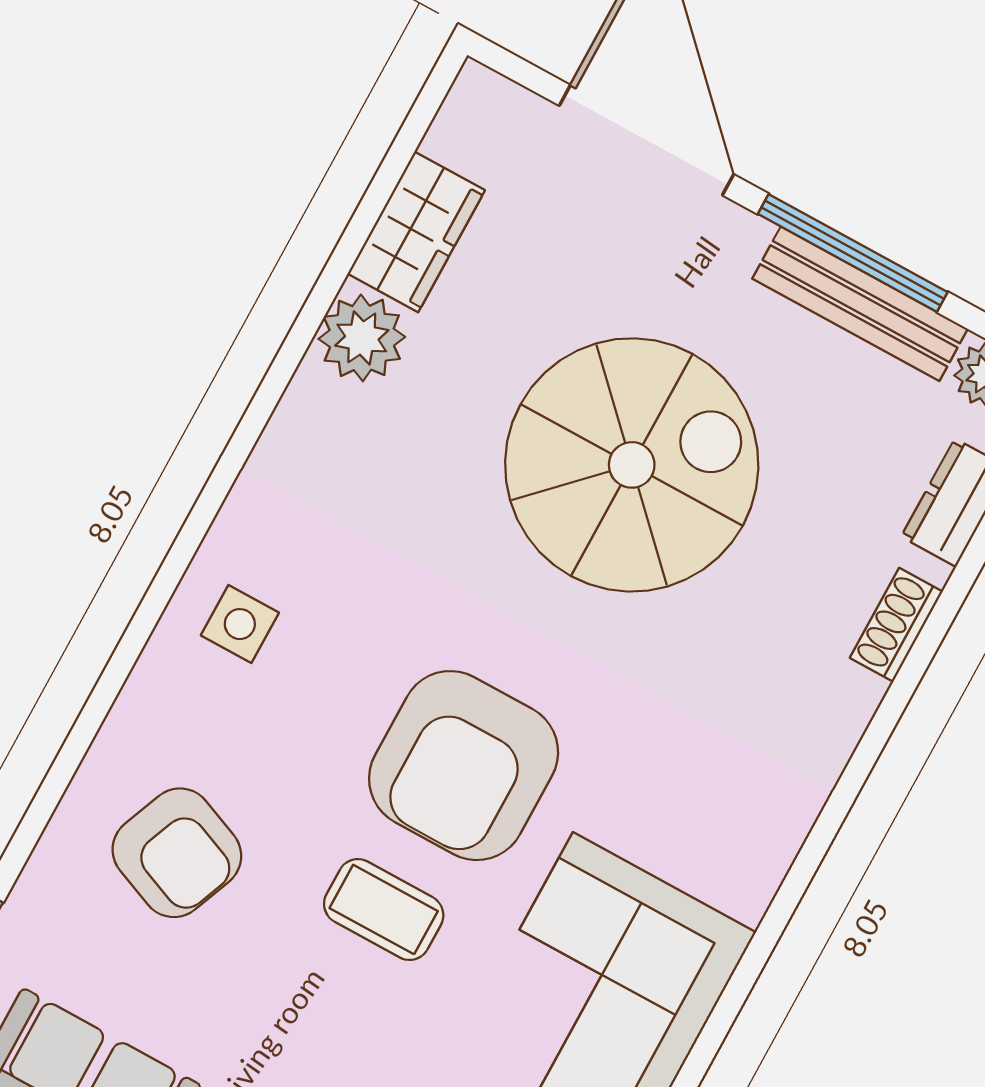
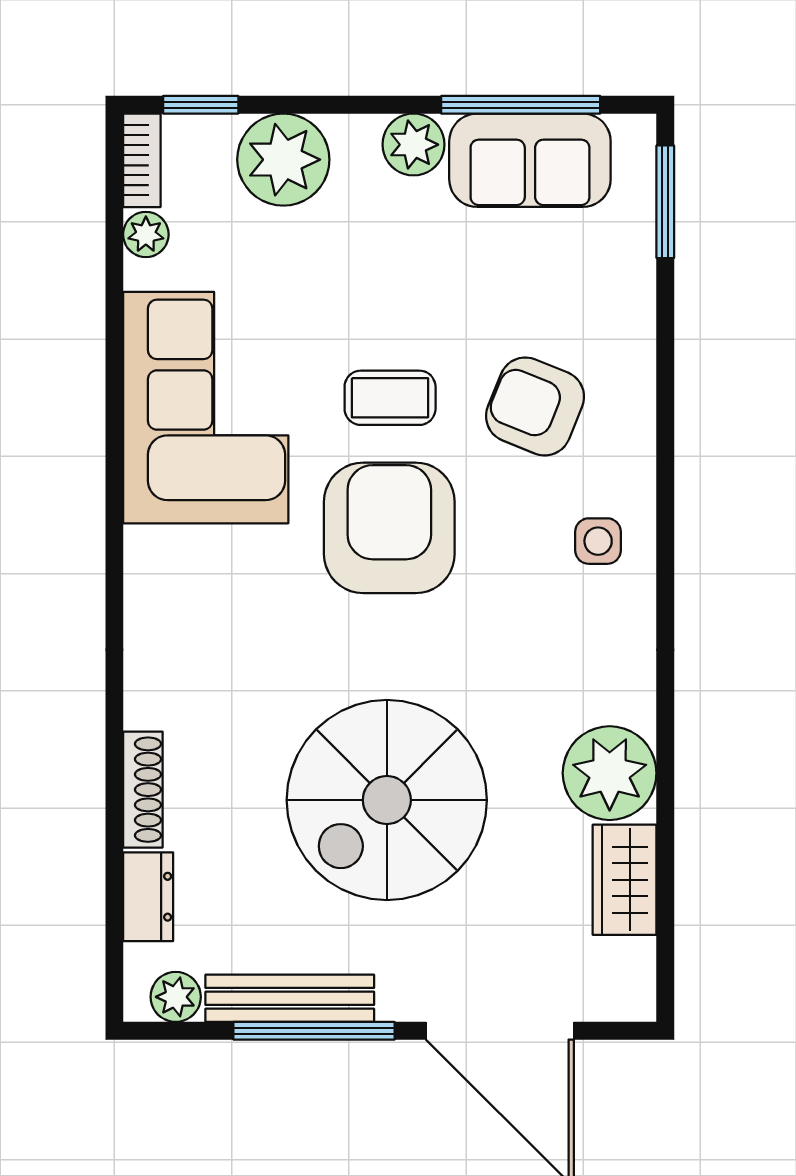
plant: (362, 338) -> (610, 773), width x1.36, depth x1.36
shoe rack: (896, 625) -> (143, 790), width x1.43
armchair: (177, 853) -> (535, 406), moved

